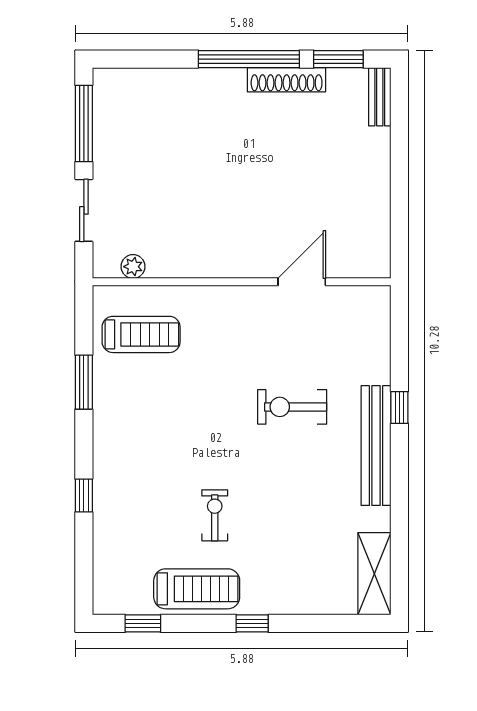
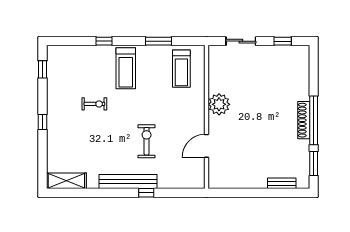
shoe rack: (287, 80) -> (304, 120), moved
bench: (380, 97) -> (282, 183), moved
window: (84, 124) -> (283, 41), width x0.46
plant: (133, 267) -> (219, 104), moved, width x1.88, depth x1.88
door: (302, 282) -> (207, 146), swing flipped
treadmill: (197, 589) -> (126, 68), moved

